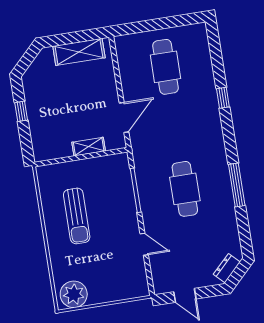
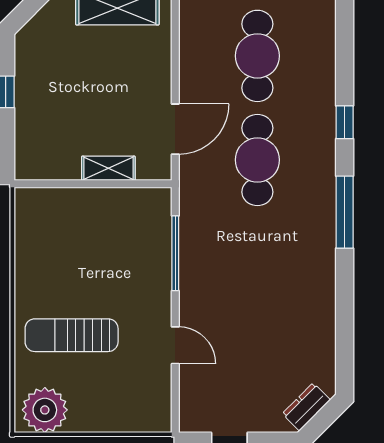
window: (237, 185) -> (345, 212), moved
cafe table: (185, 189) -> (257, 160), moved
sun lounger: (77, 216) -> (72, 335), moved, turned 90

